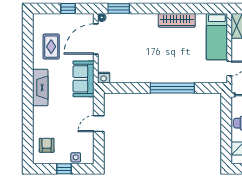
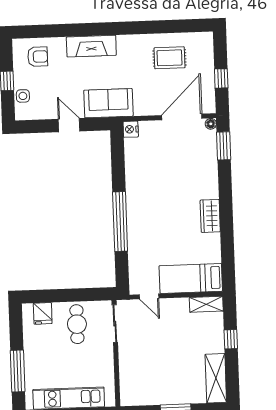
wardrobe: (177, 20) -> (210, 216), width x0.67
door: (96, 39) -> (182, 117), hinge flipped
sofa: (83, 79) -> (108, 103), moved
fireplace: (40, 88) -> (91, 46), moved

